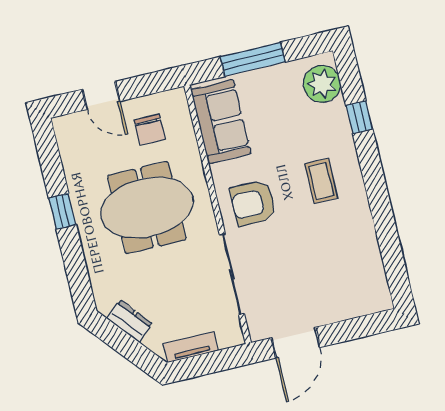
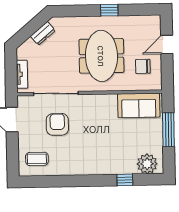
coffee table: (321, 181) -> (37, 159), moved
armchair: (253, 203) -> (57, 124), moved
tv unit: (191, 347) -> (22, 74), moved

